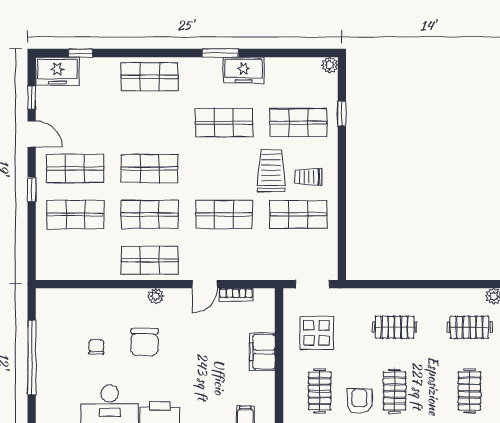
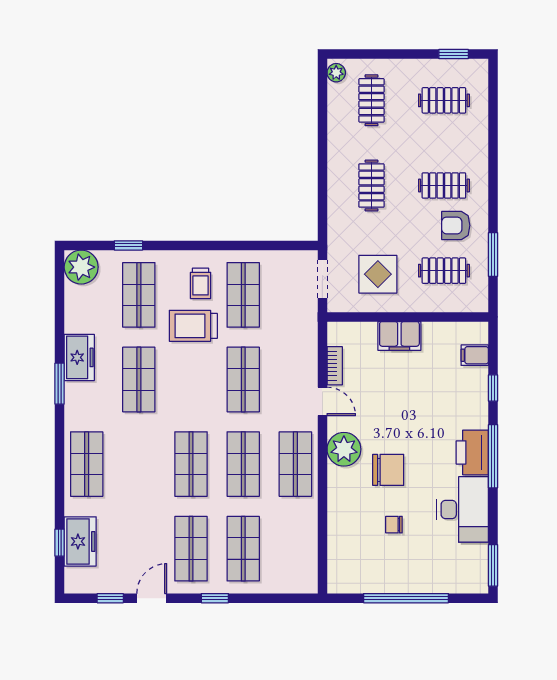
plant: (330, 65) -> (81, 267), width x1.88, depth x1.88
freezer: (57, 71) -> (80, 541), moved
plant: (156, 296) -> (344, 449), width x1.88, depth x1.88

